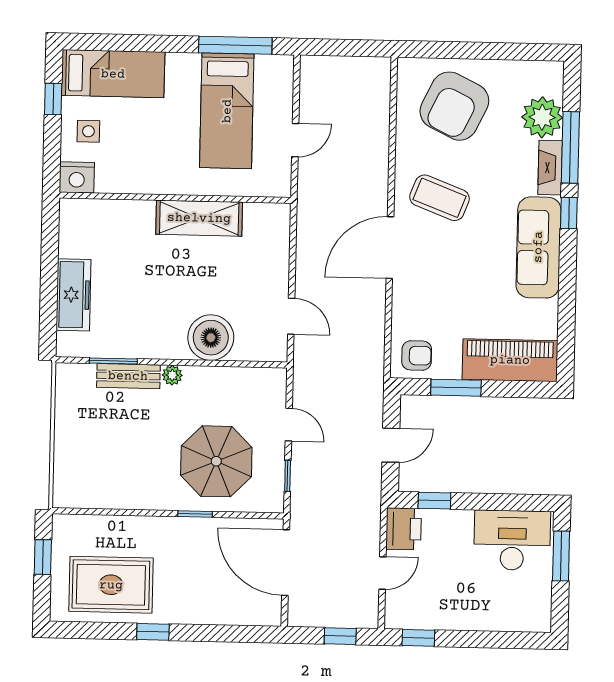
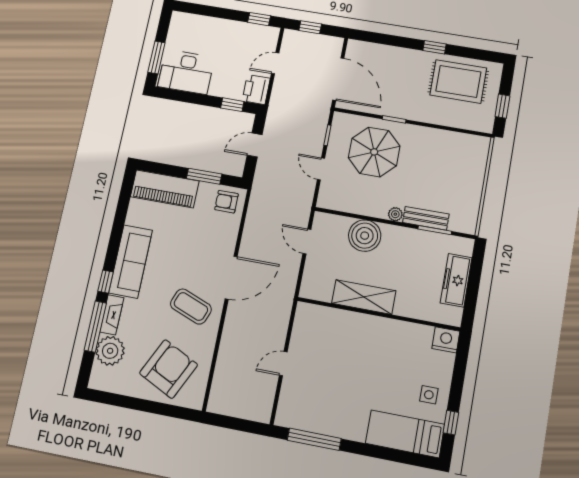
bed: (227, 111) -> (328, 393), removed
nightstand: (77, 177) -> (446, 340), moved
wall: (175, 198) -> (378, 314), moved
shelving: (199, 218) -> (364, 297), moved

